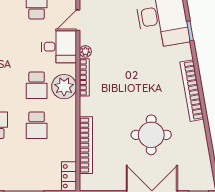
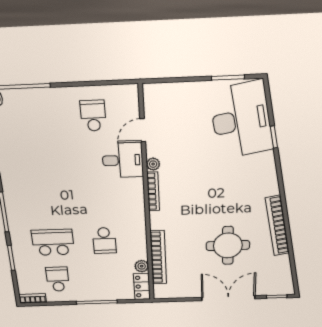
school desk: (37, 85) -> (101, 201), removed
plant: (64, 87) -> (142, 266), moved, width x0.53, depth x0.53
bookcase: (192, 91) -> (277, 226), moved

